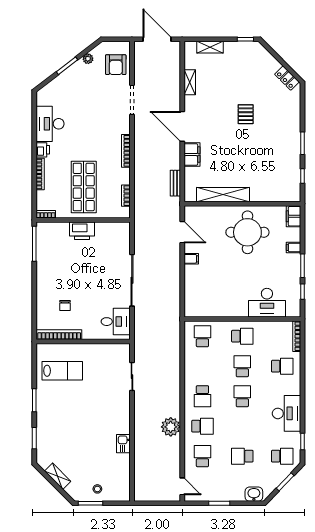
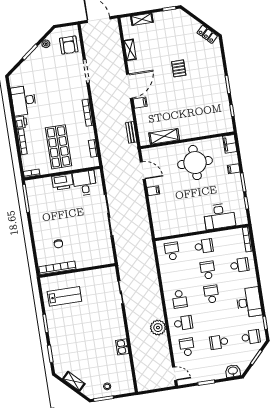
door: (182, 126) -> (130, 86), swing flipped
filing cabinet: (192, 155) -> (140, 103), width x0.50
shelving: (223, 195) -> (164, 136), width x0.68
desk: (116, 322) -> (85, 183), moved, turned -90

